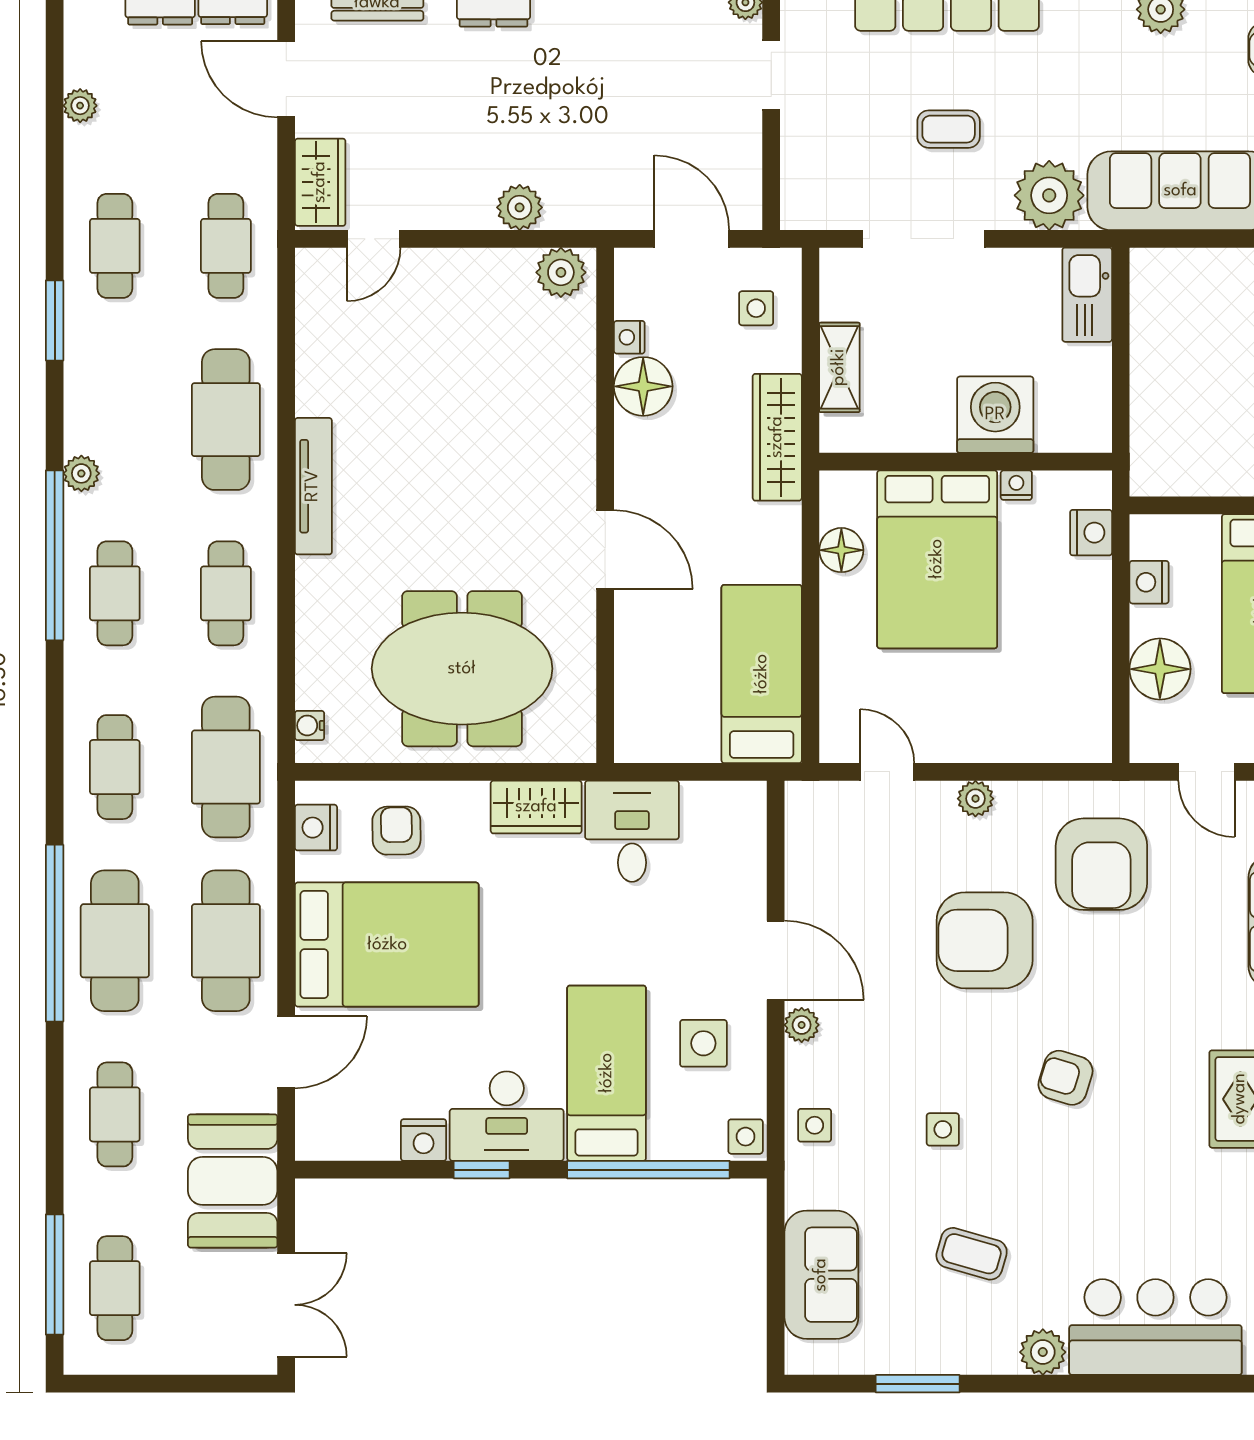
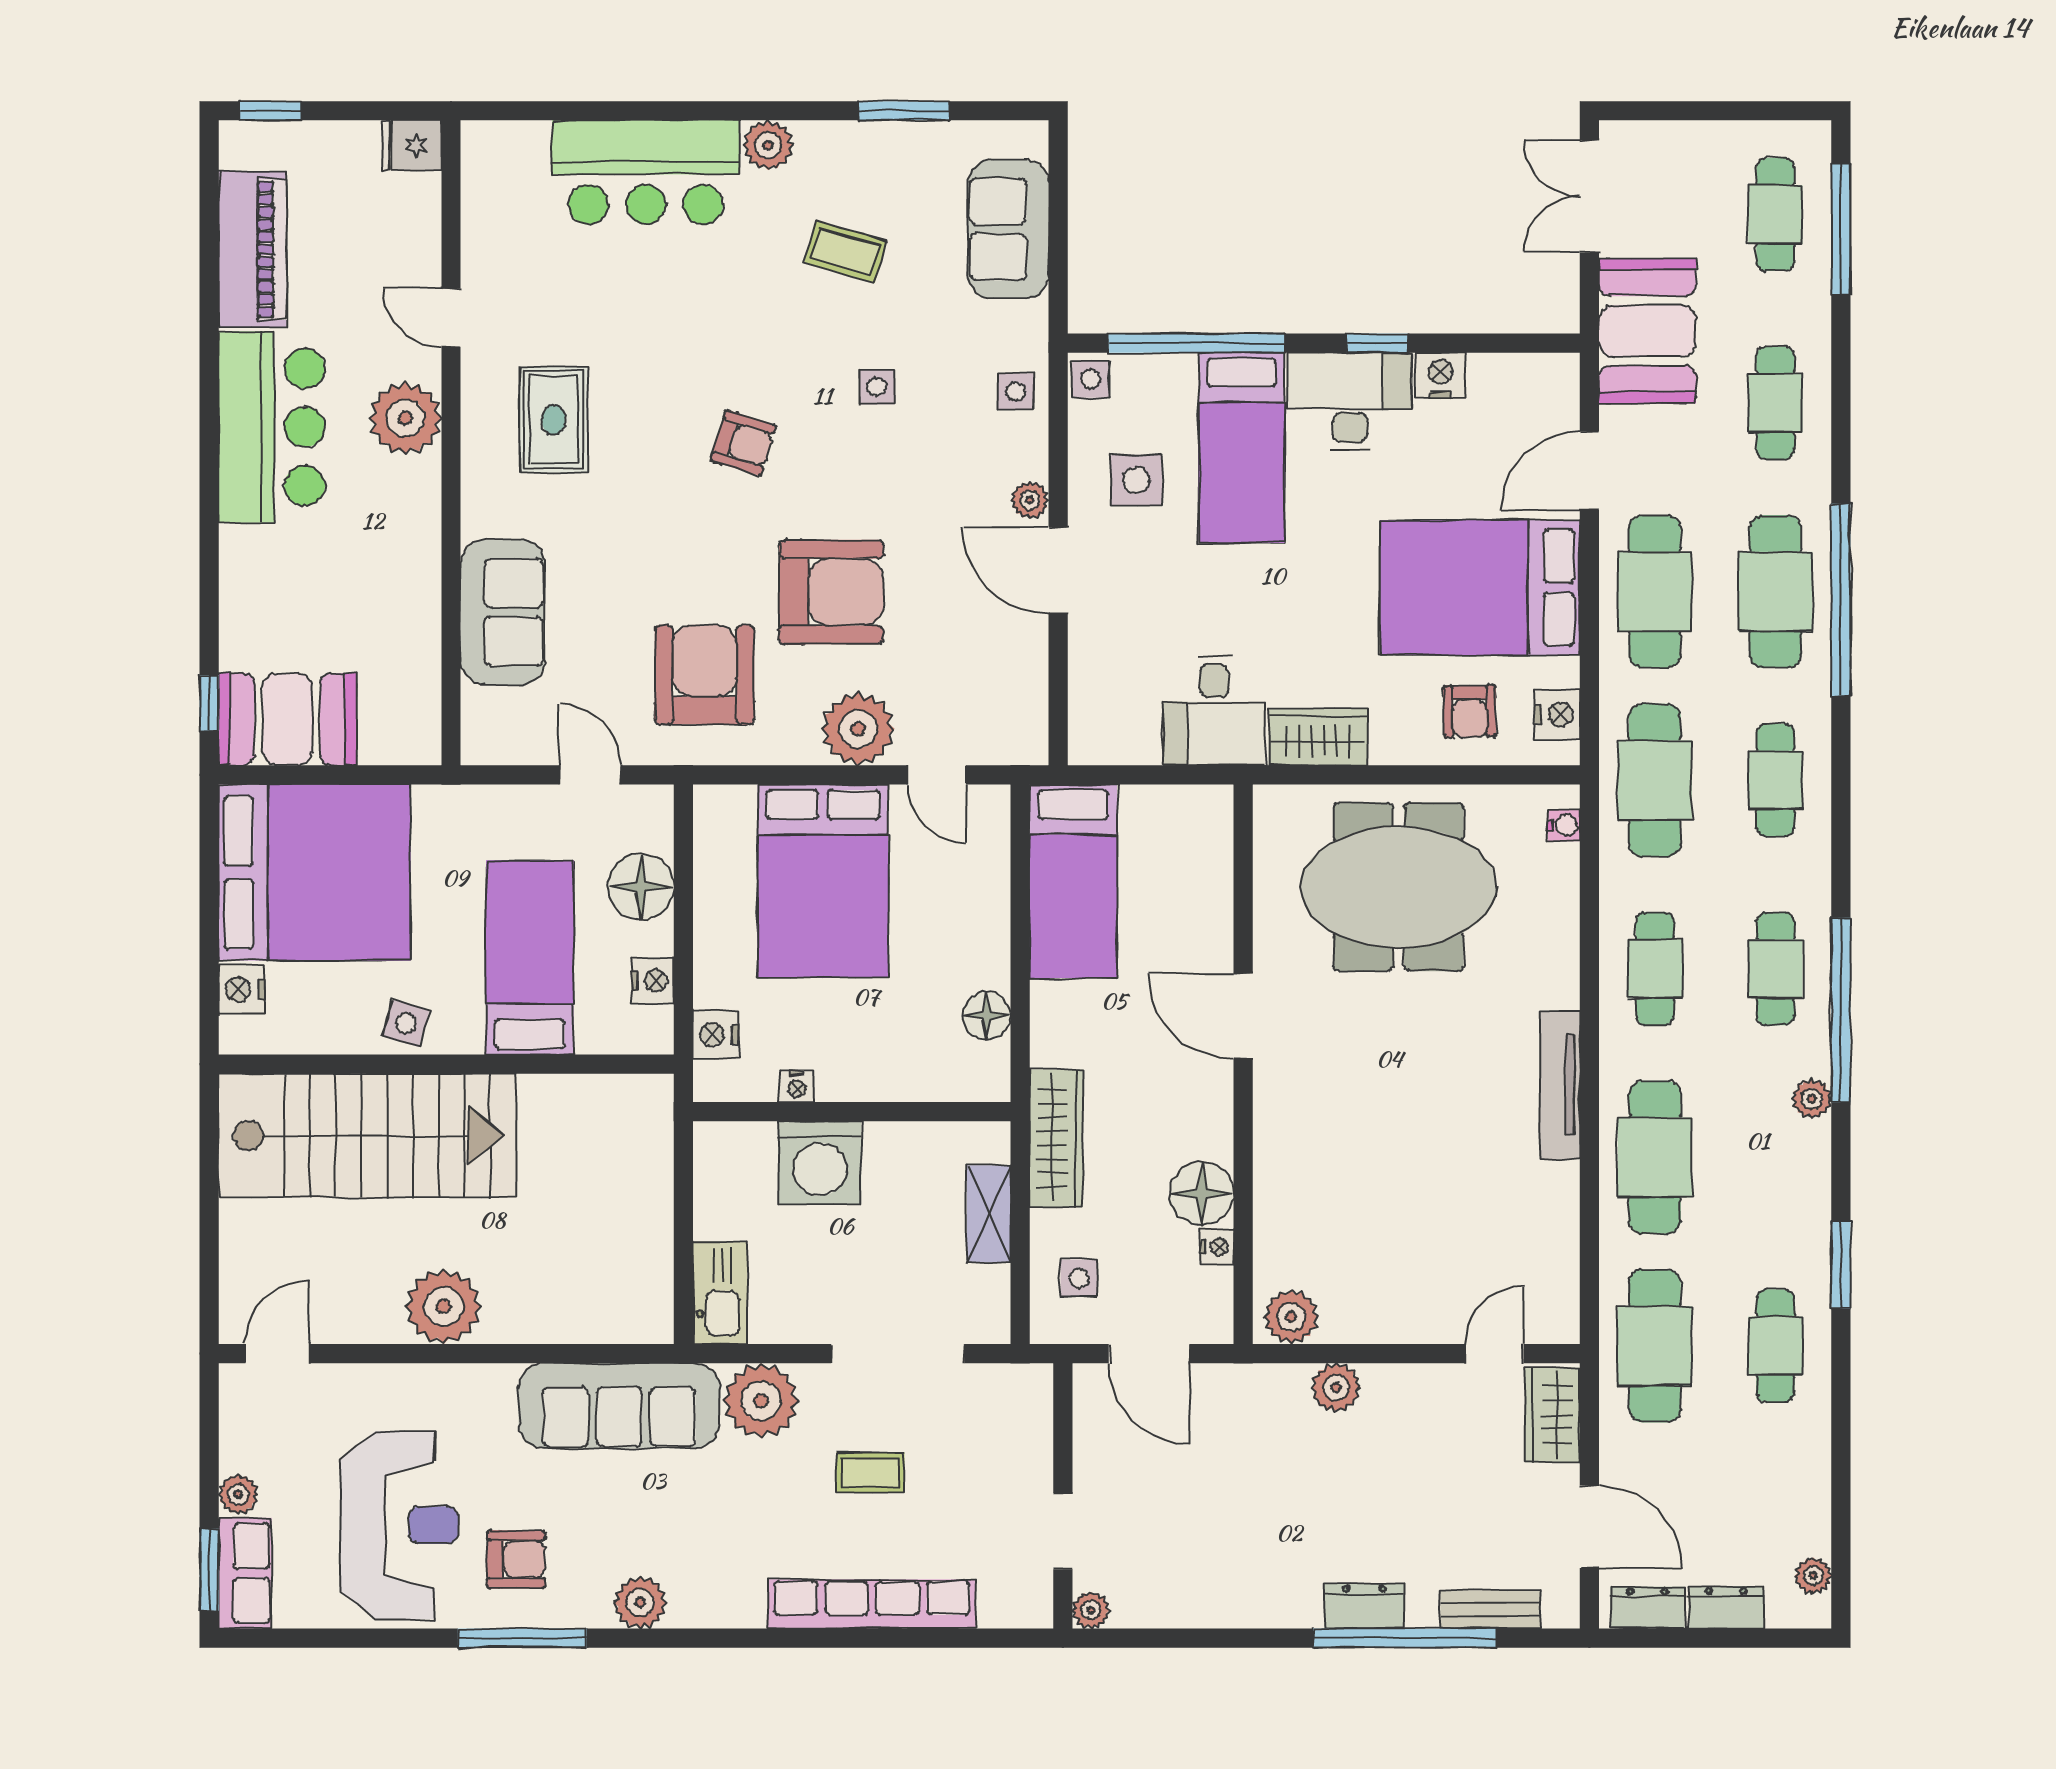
plant: (80, 106) -> (1813, 1576), moved
cafe table: (226, 246) -> (1655, 1346), width x1.37, depth x1.35
bed: (937, 559) -> (823, 881), moved, turned 180
plant: (975, 799) -> (858, 729), width x1.87, depth x1.87

